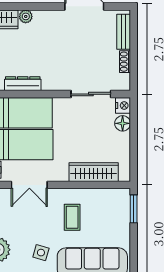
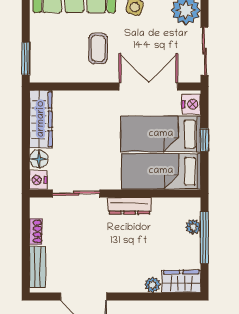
dresser: (23, 84) -> (129, 206), moved
wardrobe: (94, 172) -> (41, 119), moved, turned -90
double door: (29, 185) -> (148, 87), width x1.37

